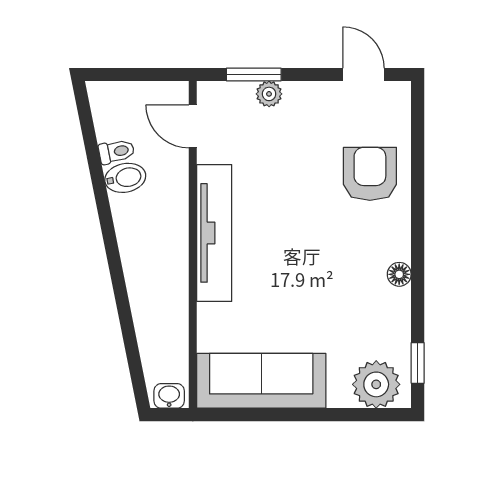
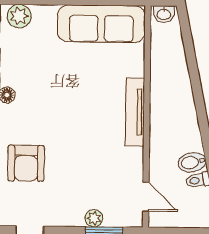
tv unit: (214, 233) -> (135, 112), width x0.73, depth x0.78
plant: (376, 384) -> (19, 16), width x0.73, depth x0.73

